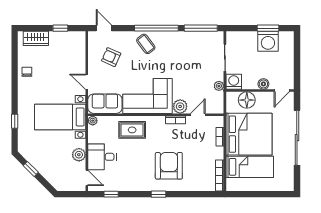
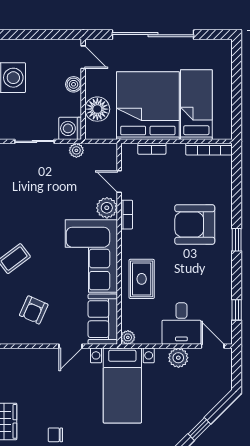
door: (87, 178) -> (213, 346), hinge flipped

